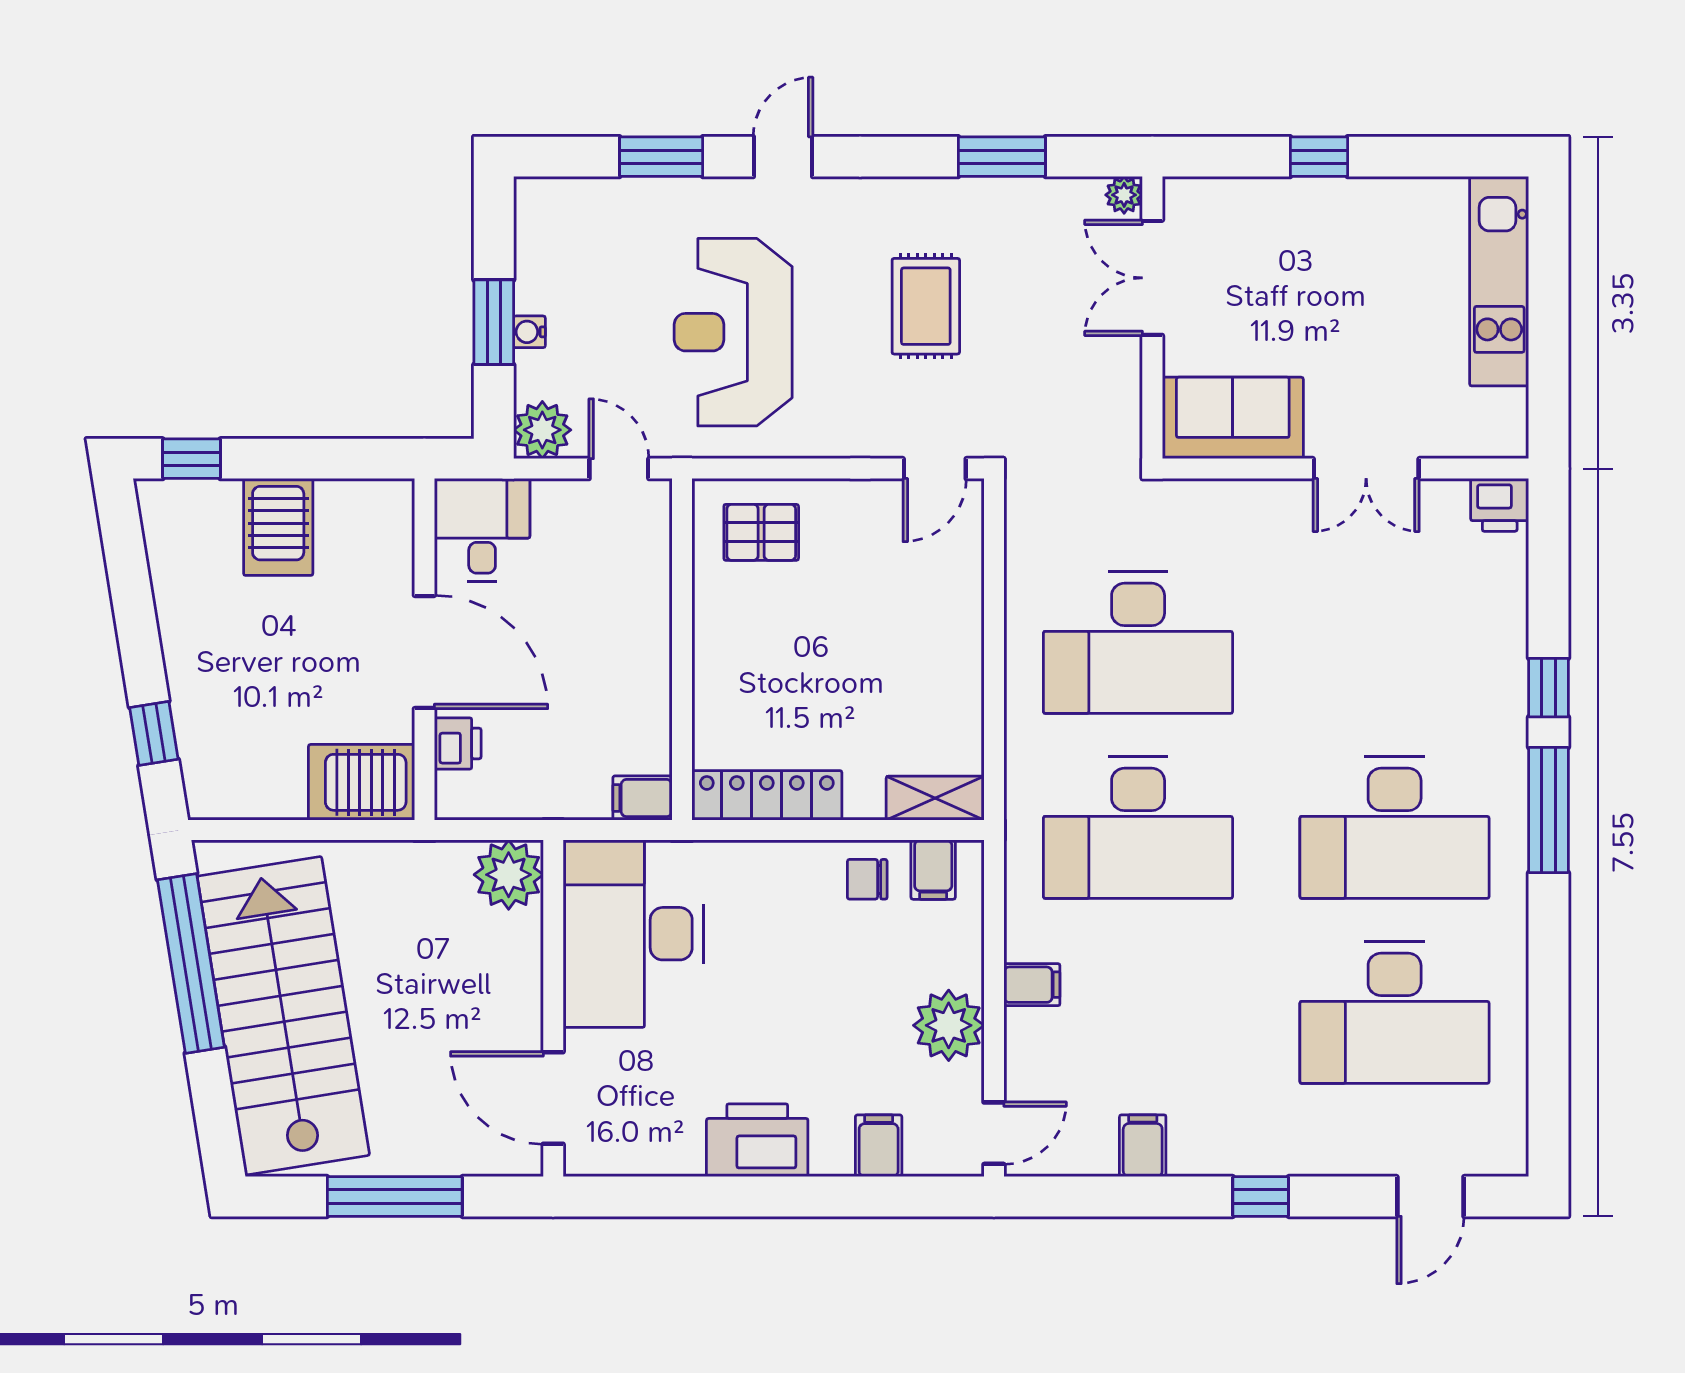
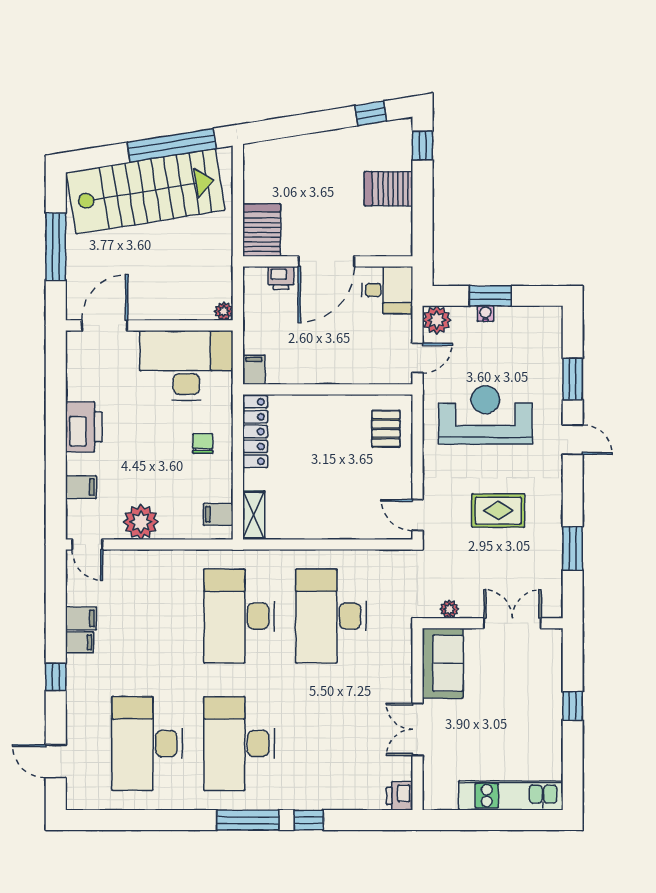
plant: (1124, 195) -> (449, 609), moved
window: (154, 733) -> (371, 113), moved
plant: (509, 875) -> (224, 311), width x0.53, depth x0.53
chair: (867, 879) -> (203, 443), moved
filing cabinet: (1032, 985) -> (80, 642), moved, turned -90

